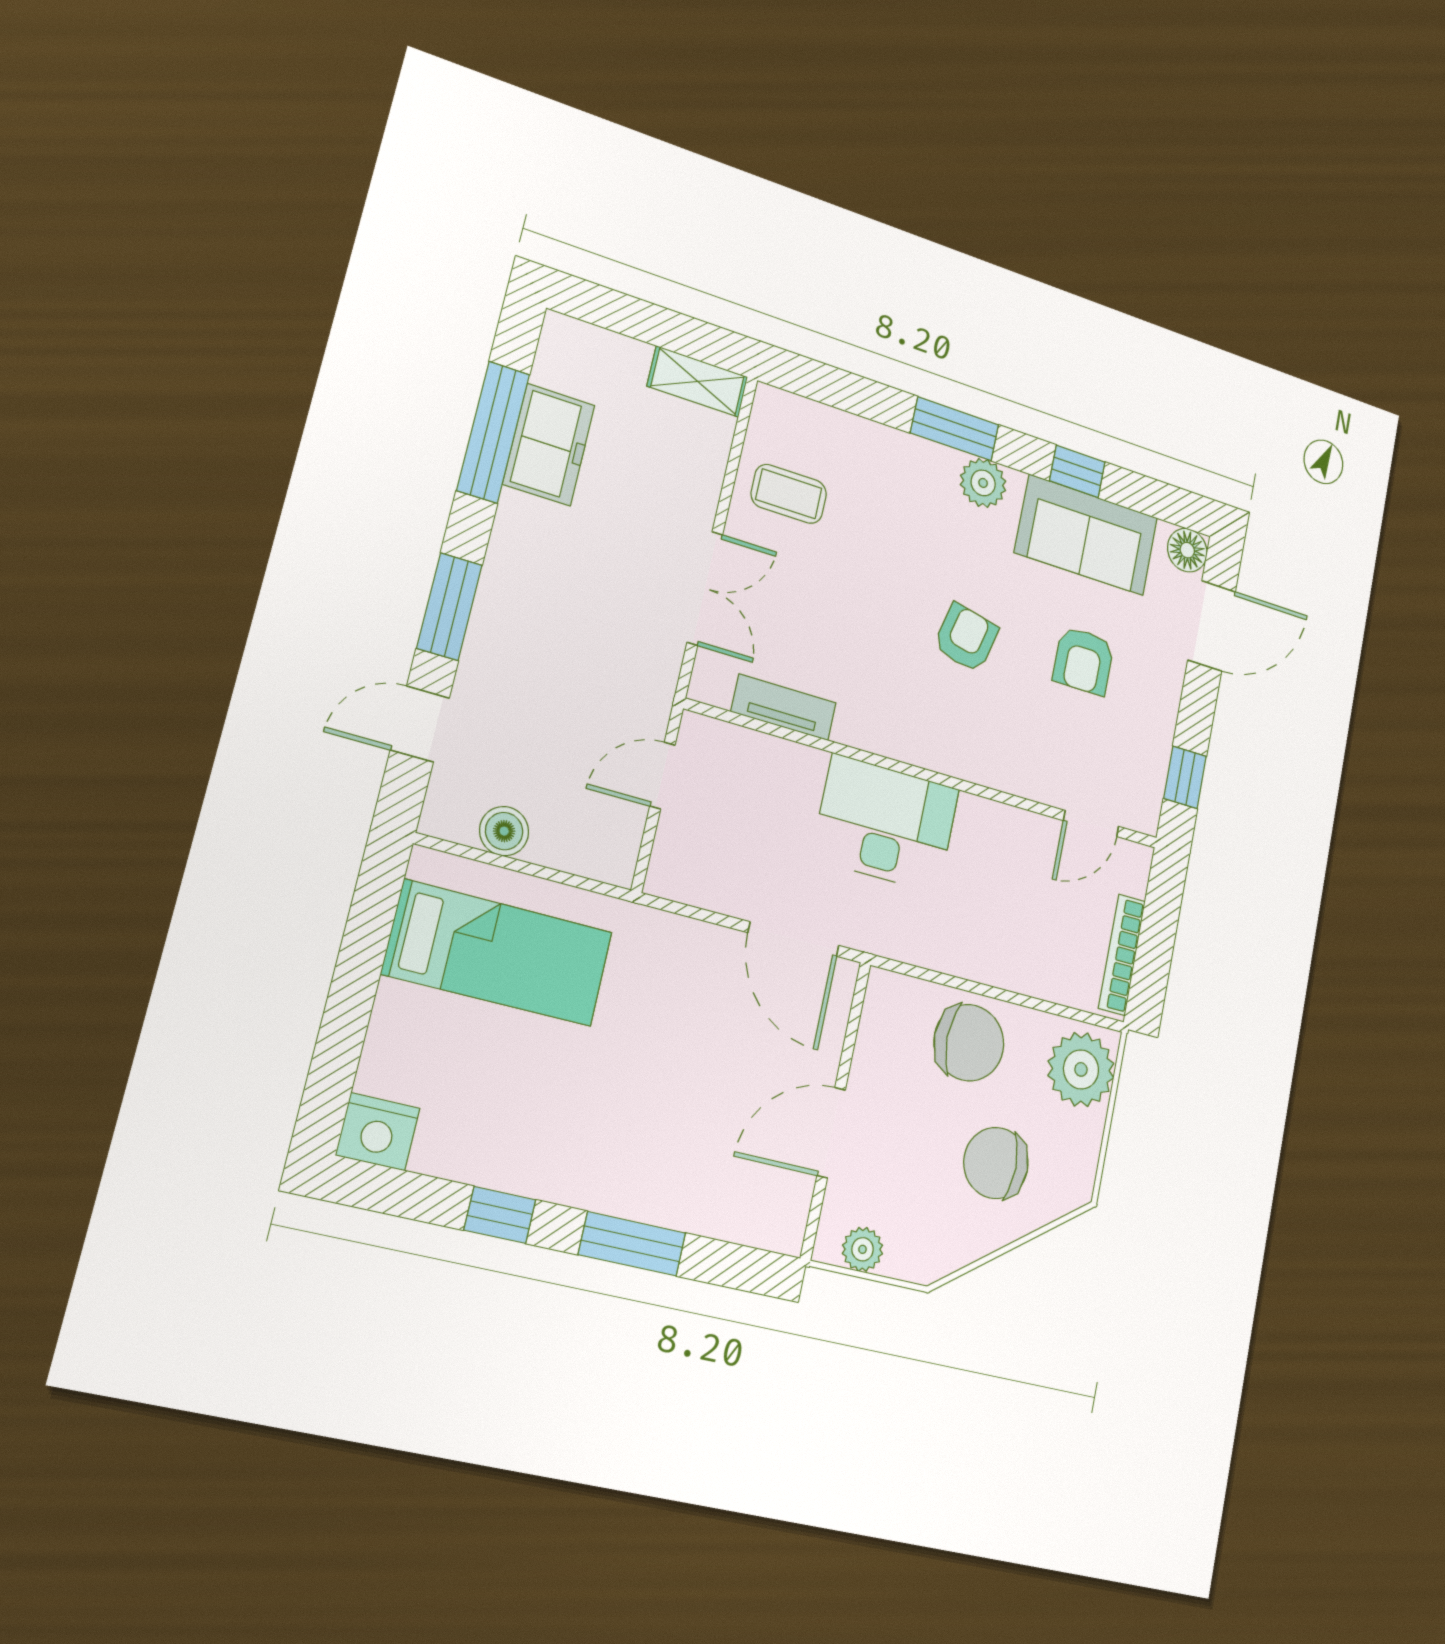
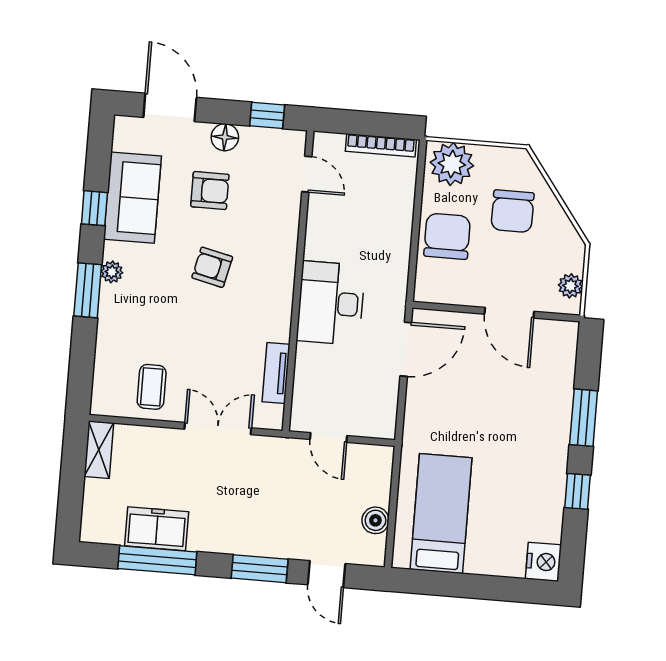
plant: (983, 483) -> (112, 272), width x0.73, depth x0.73
floor lamp: (1187, 550) -> (225, 137), moved

